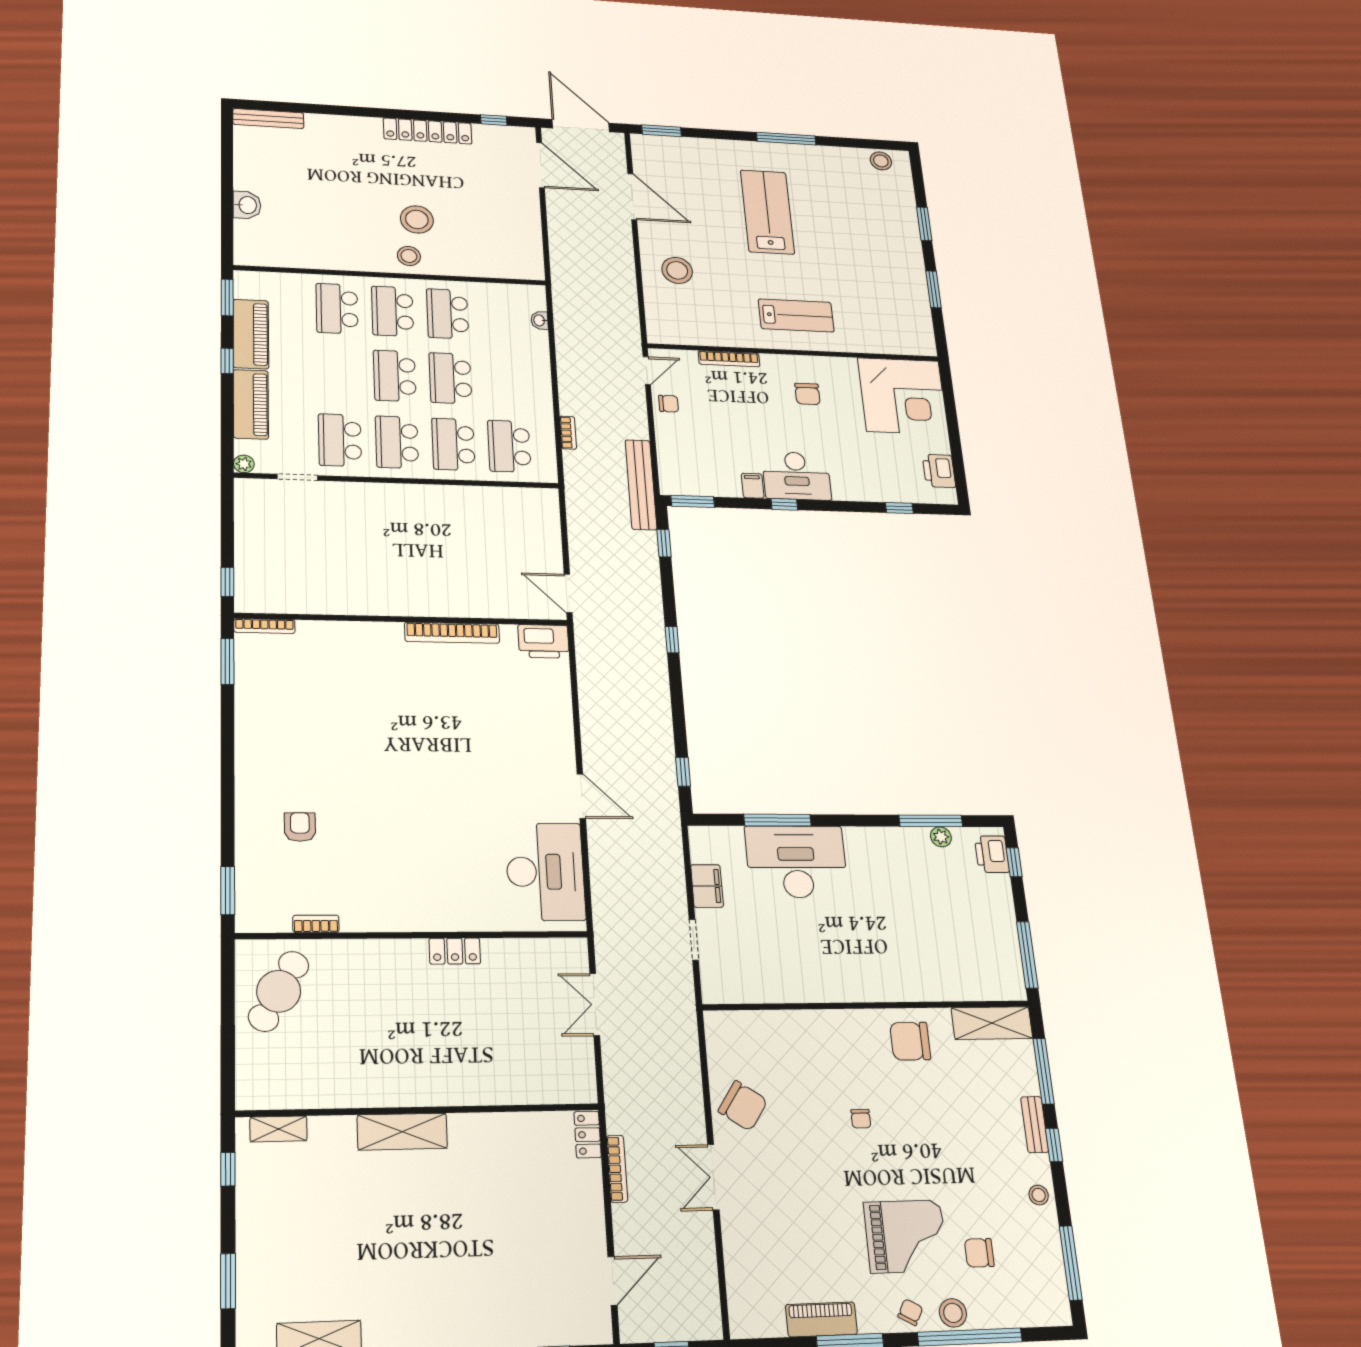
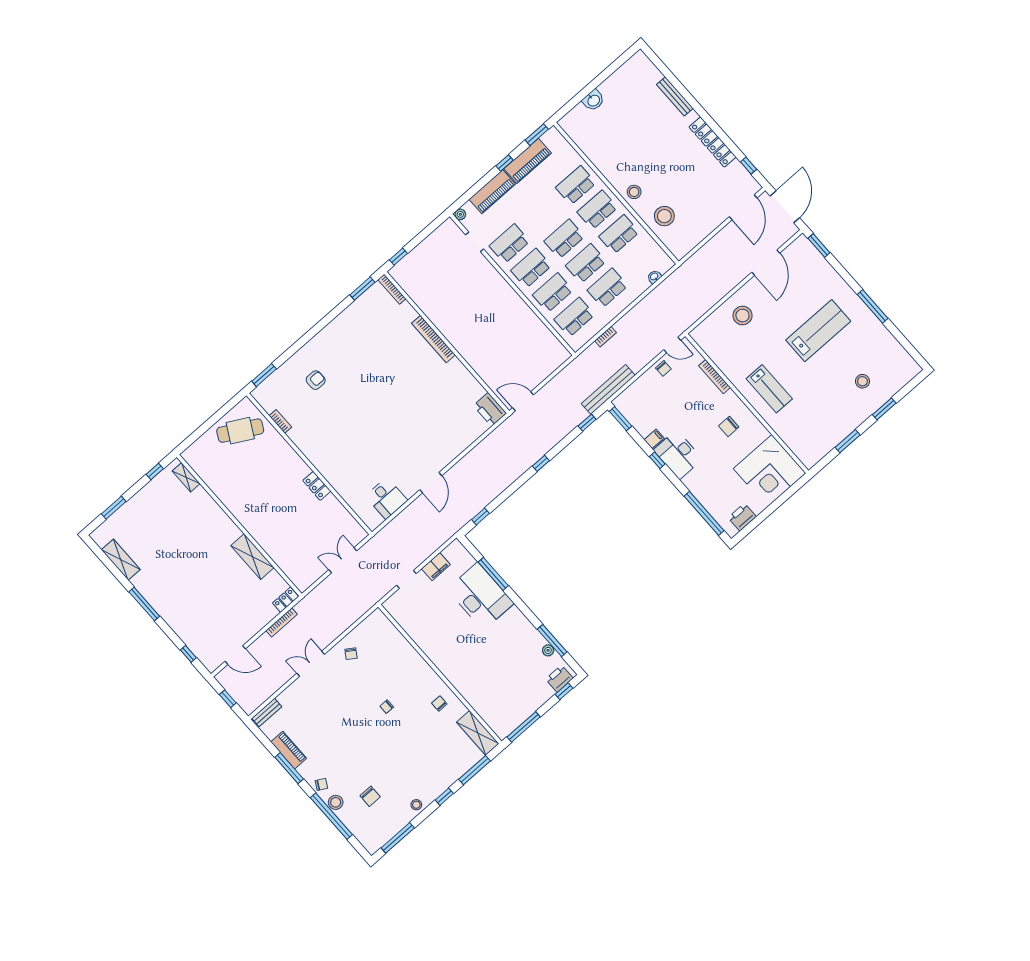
bench: (268, 119) -> (675, 96), moved
stool: (881, 161) -> (862, 381), moved
stool: (417, 219) -> (664, 216), moved
school desk: (506, 381) -> (607, 288), added
window: (899, 508) -> (704, 513), width x3.17
door: (568, 593) -> (523, 401), hinge flipped
bookcase: (452, 633) -> (433, 339), moved
desk: (545, 872) -> (386, 498), width x0.53, depth x0.77
chair: (910, 1041) -> (439, 703), width x0.54, depth x0.54
chair: (743, 1106) -> (351, 654), width x0.54, depth x0.54
bench: (1035, 1125) -> (267, 712), moved
shelving: (402, 1132) -> (252, 557), moved
grand piano: (906, 1236) -> (352, 761), removed
chair: (979, 1253) -> (370, 796), turned 180

